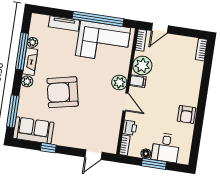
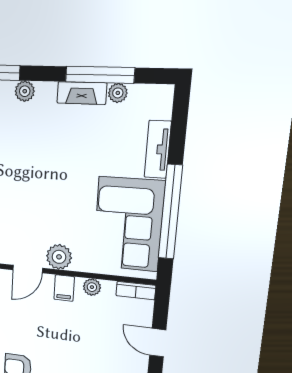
door: (160, 28) -> (158, 343), moved
plant: (142, 66) -> (92, 287), width x0.53, depth x0.53
plant: (27, 81) -> (25, 91), moved
armchair: (63, 92) -> (33, 159), removed

